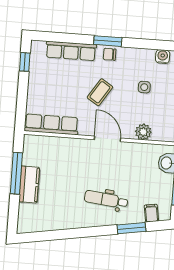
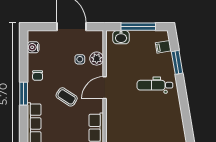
chair: (110, 54) -> (38, 76), moved
side table: (144, 87) -> (80, 59), moved
dental chair: (106, 199) -> (155, 85), turned 84

